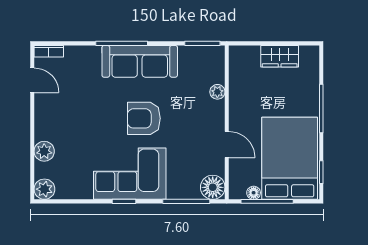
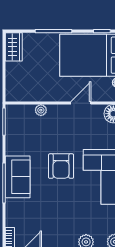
wardrobe: (280, 56) -> (14, 47), moved
sofa: (140, 61) -> (18, 177), width x0.73

